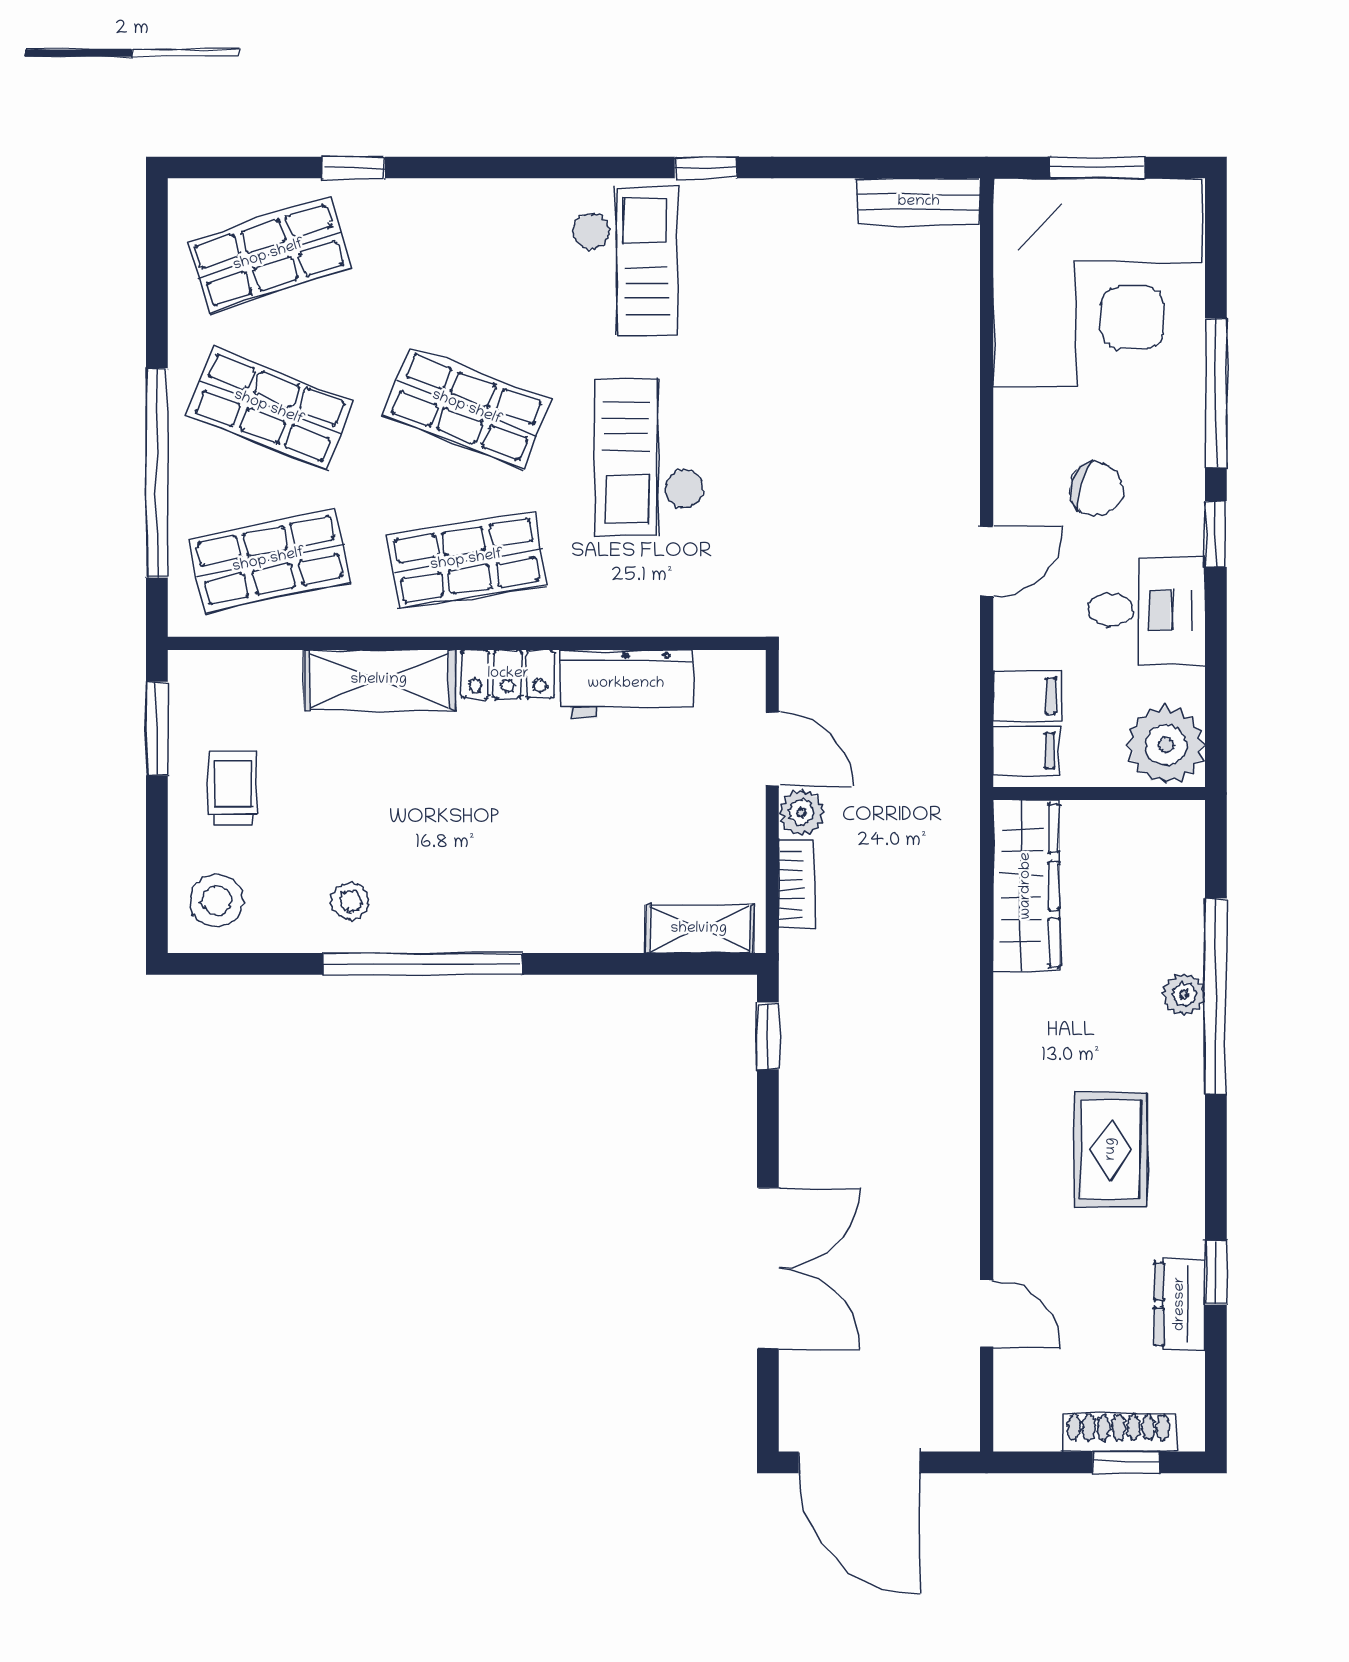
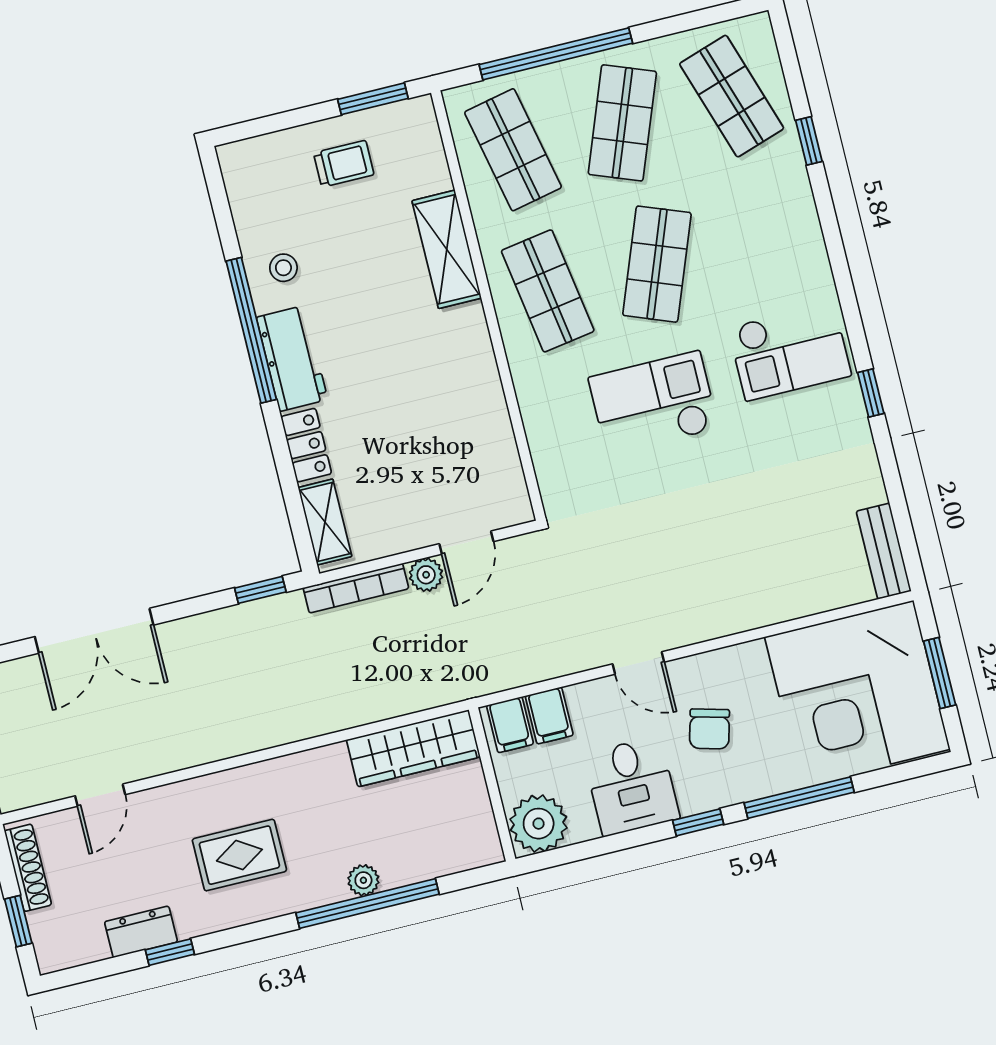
locker: (508, 674) -> (306, 445), moved, turned 180
workbench: (626, 684) -> (292, 358), moved, turned 180
bookcase: (796, 884) -> (356, 588), width x1.56
stool: (216, 901) -> (260, 172), removed
shoe rack: (1119, 1432) -> (28, 868), moved

